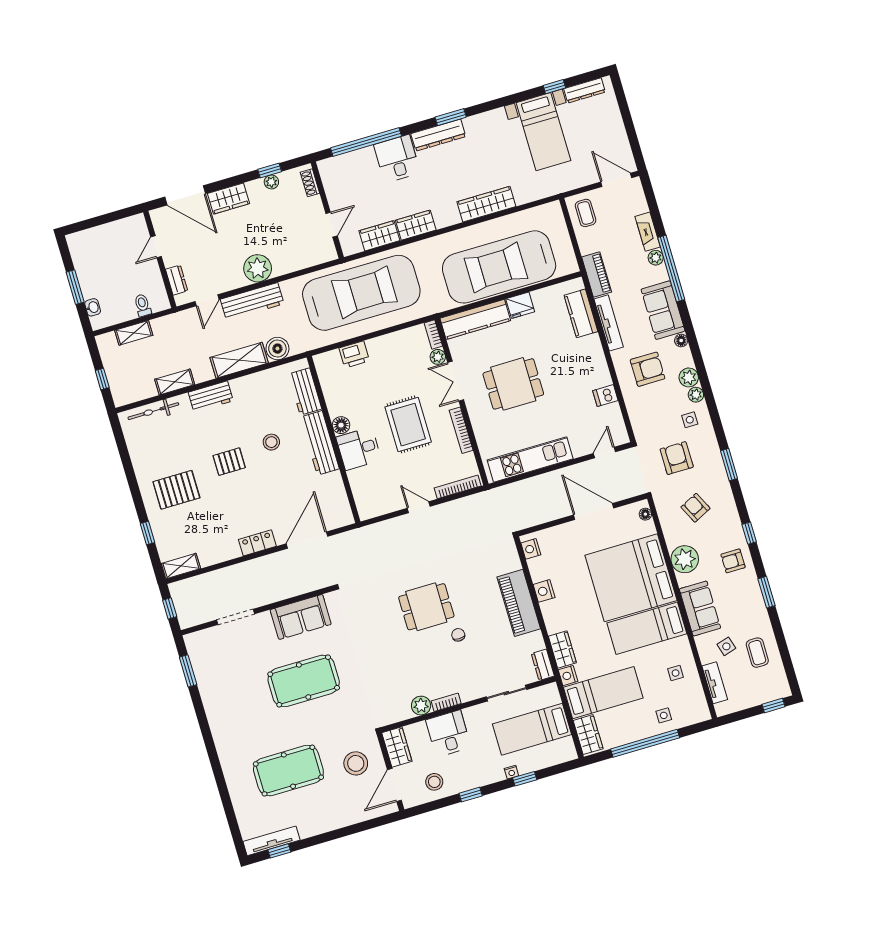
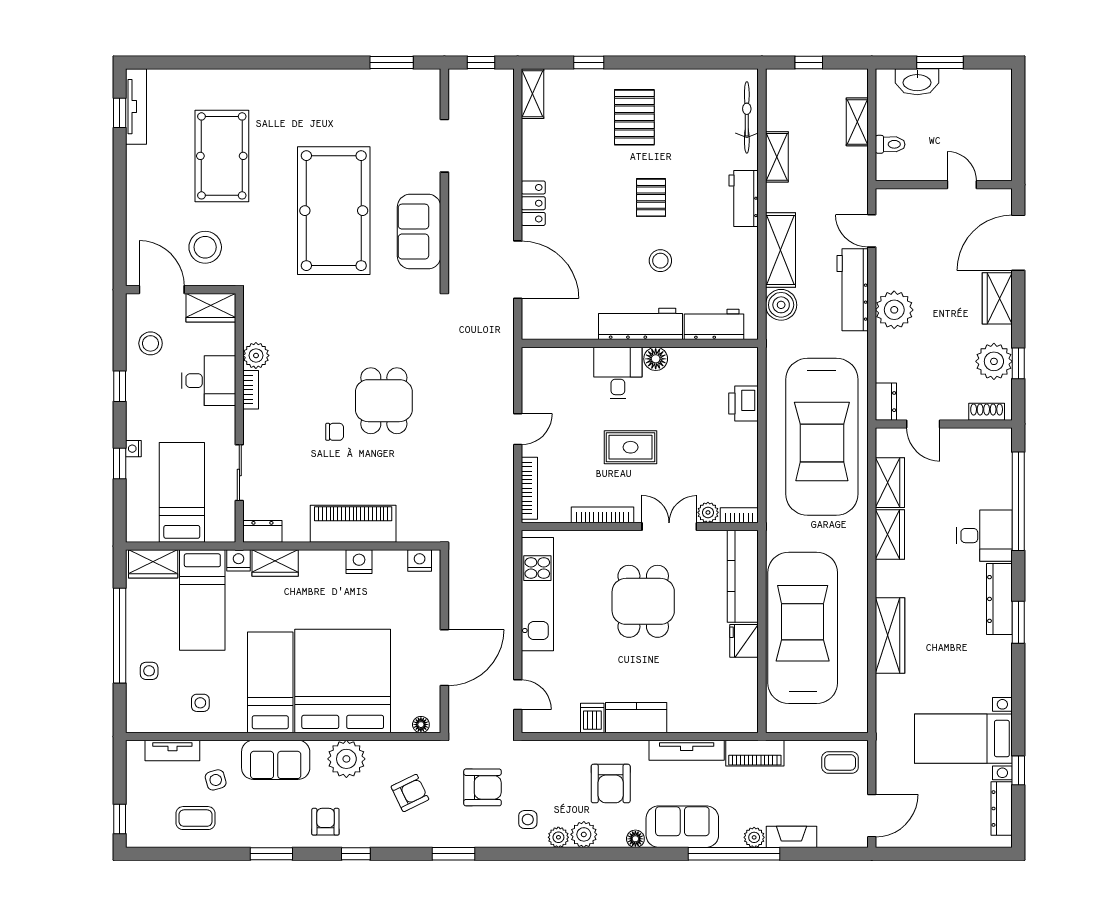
plant: (271, 182) -> (994, 361), width x1.88, depth x1.88
dresser: (177, 280) -> (886, 402), moved, turned -90
washbasin: (93, 307) -> (917, 82), width x1.91, depth x1.45
kitchen counter: (581, 313) -> (636, 718), moved
rug: (408, 425) -> (631, 447), width x0.73, depth x0.70
pool table: (304, 681) -> (334, 211), width x1.36, depth x1.32

